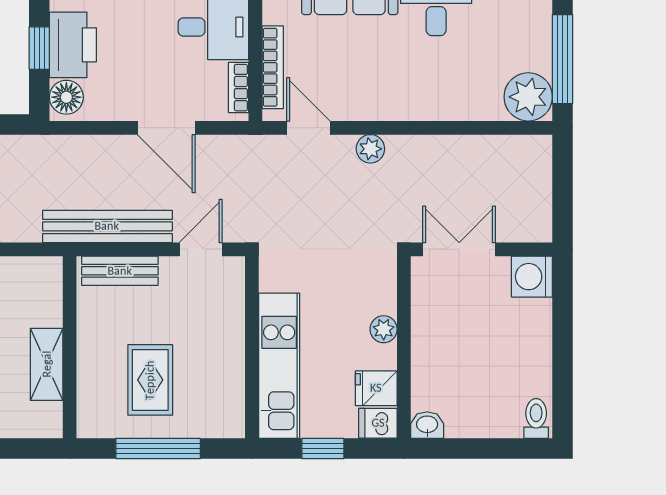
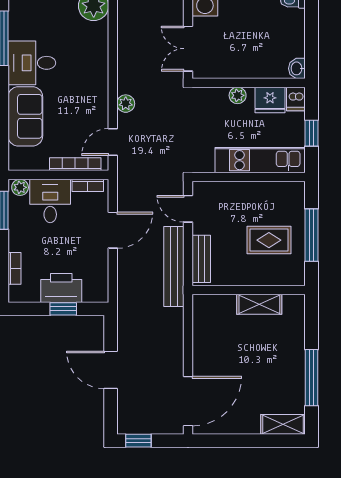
floor lamp: (66, 97) -> (94, 292), removed
fridge: (376, 388) -> (270, 100), width x1.38

